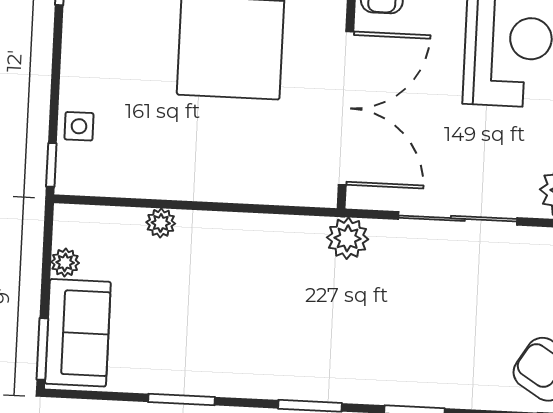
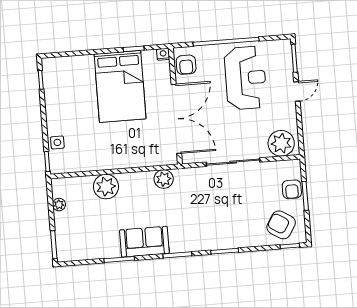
plant: (161, 223) -> (106, 187), width x1.87, depth x1.87
plant: (348, 238) -> (164, 179), moved
sofa: (78, 333) -> (144, 242), moved, turned -90

